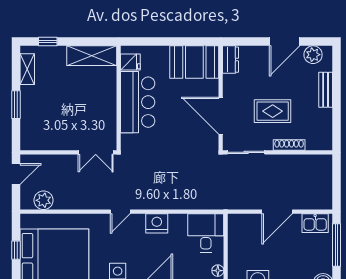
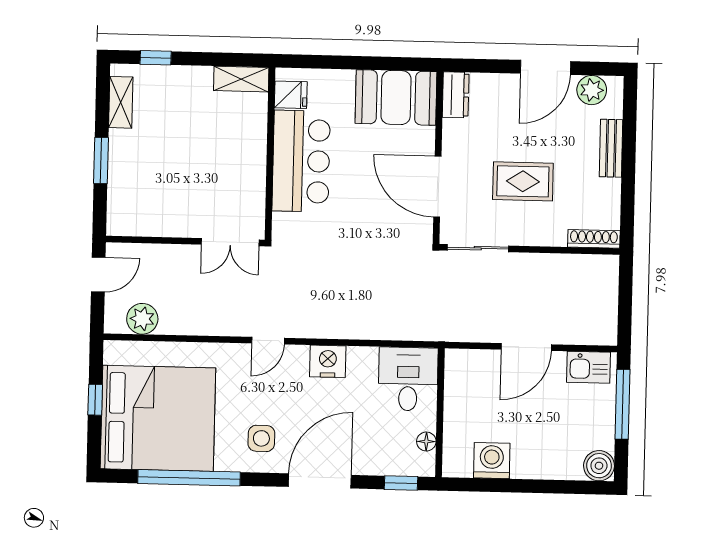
shelving: (92, 56) -> (241, 79), width x0.67, depth x0.75
shoe rack: (289, 145) -> (594, 239), moved

